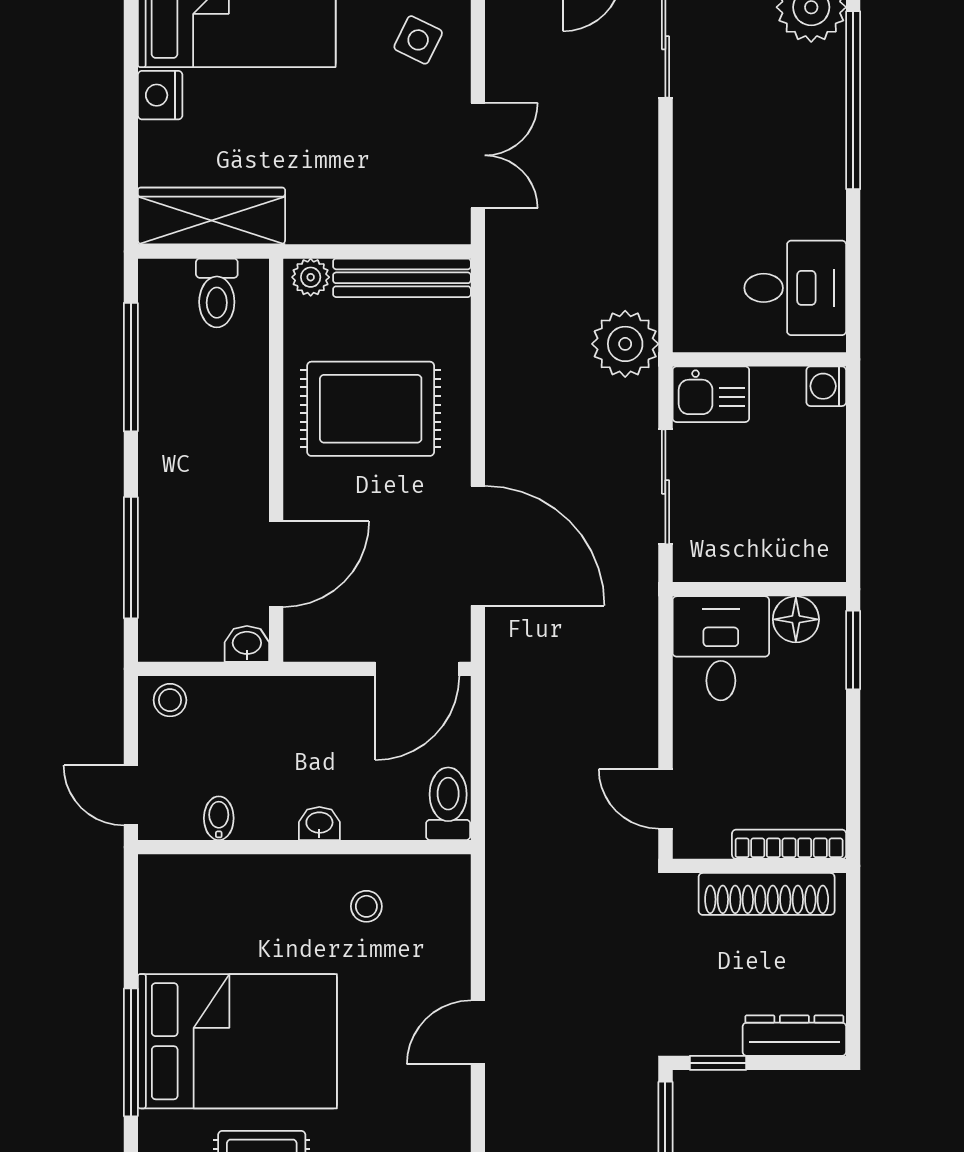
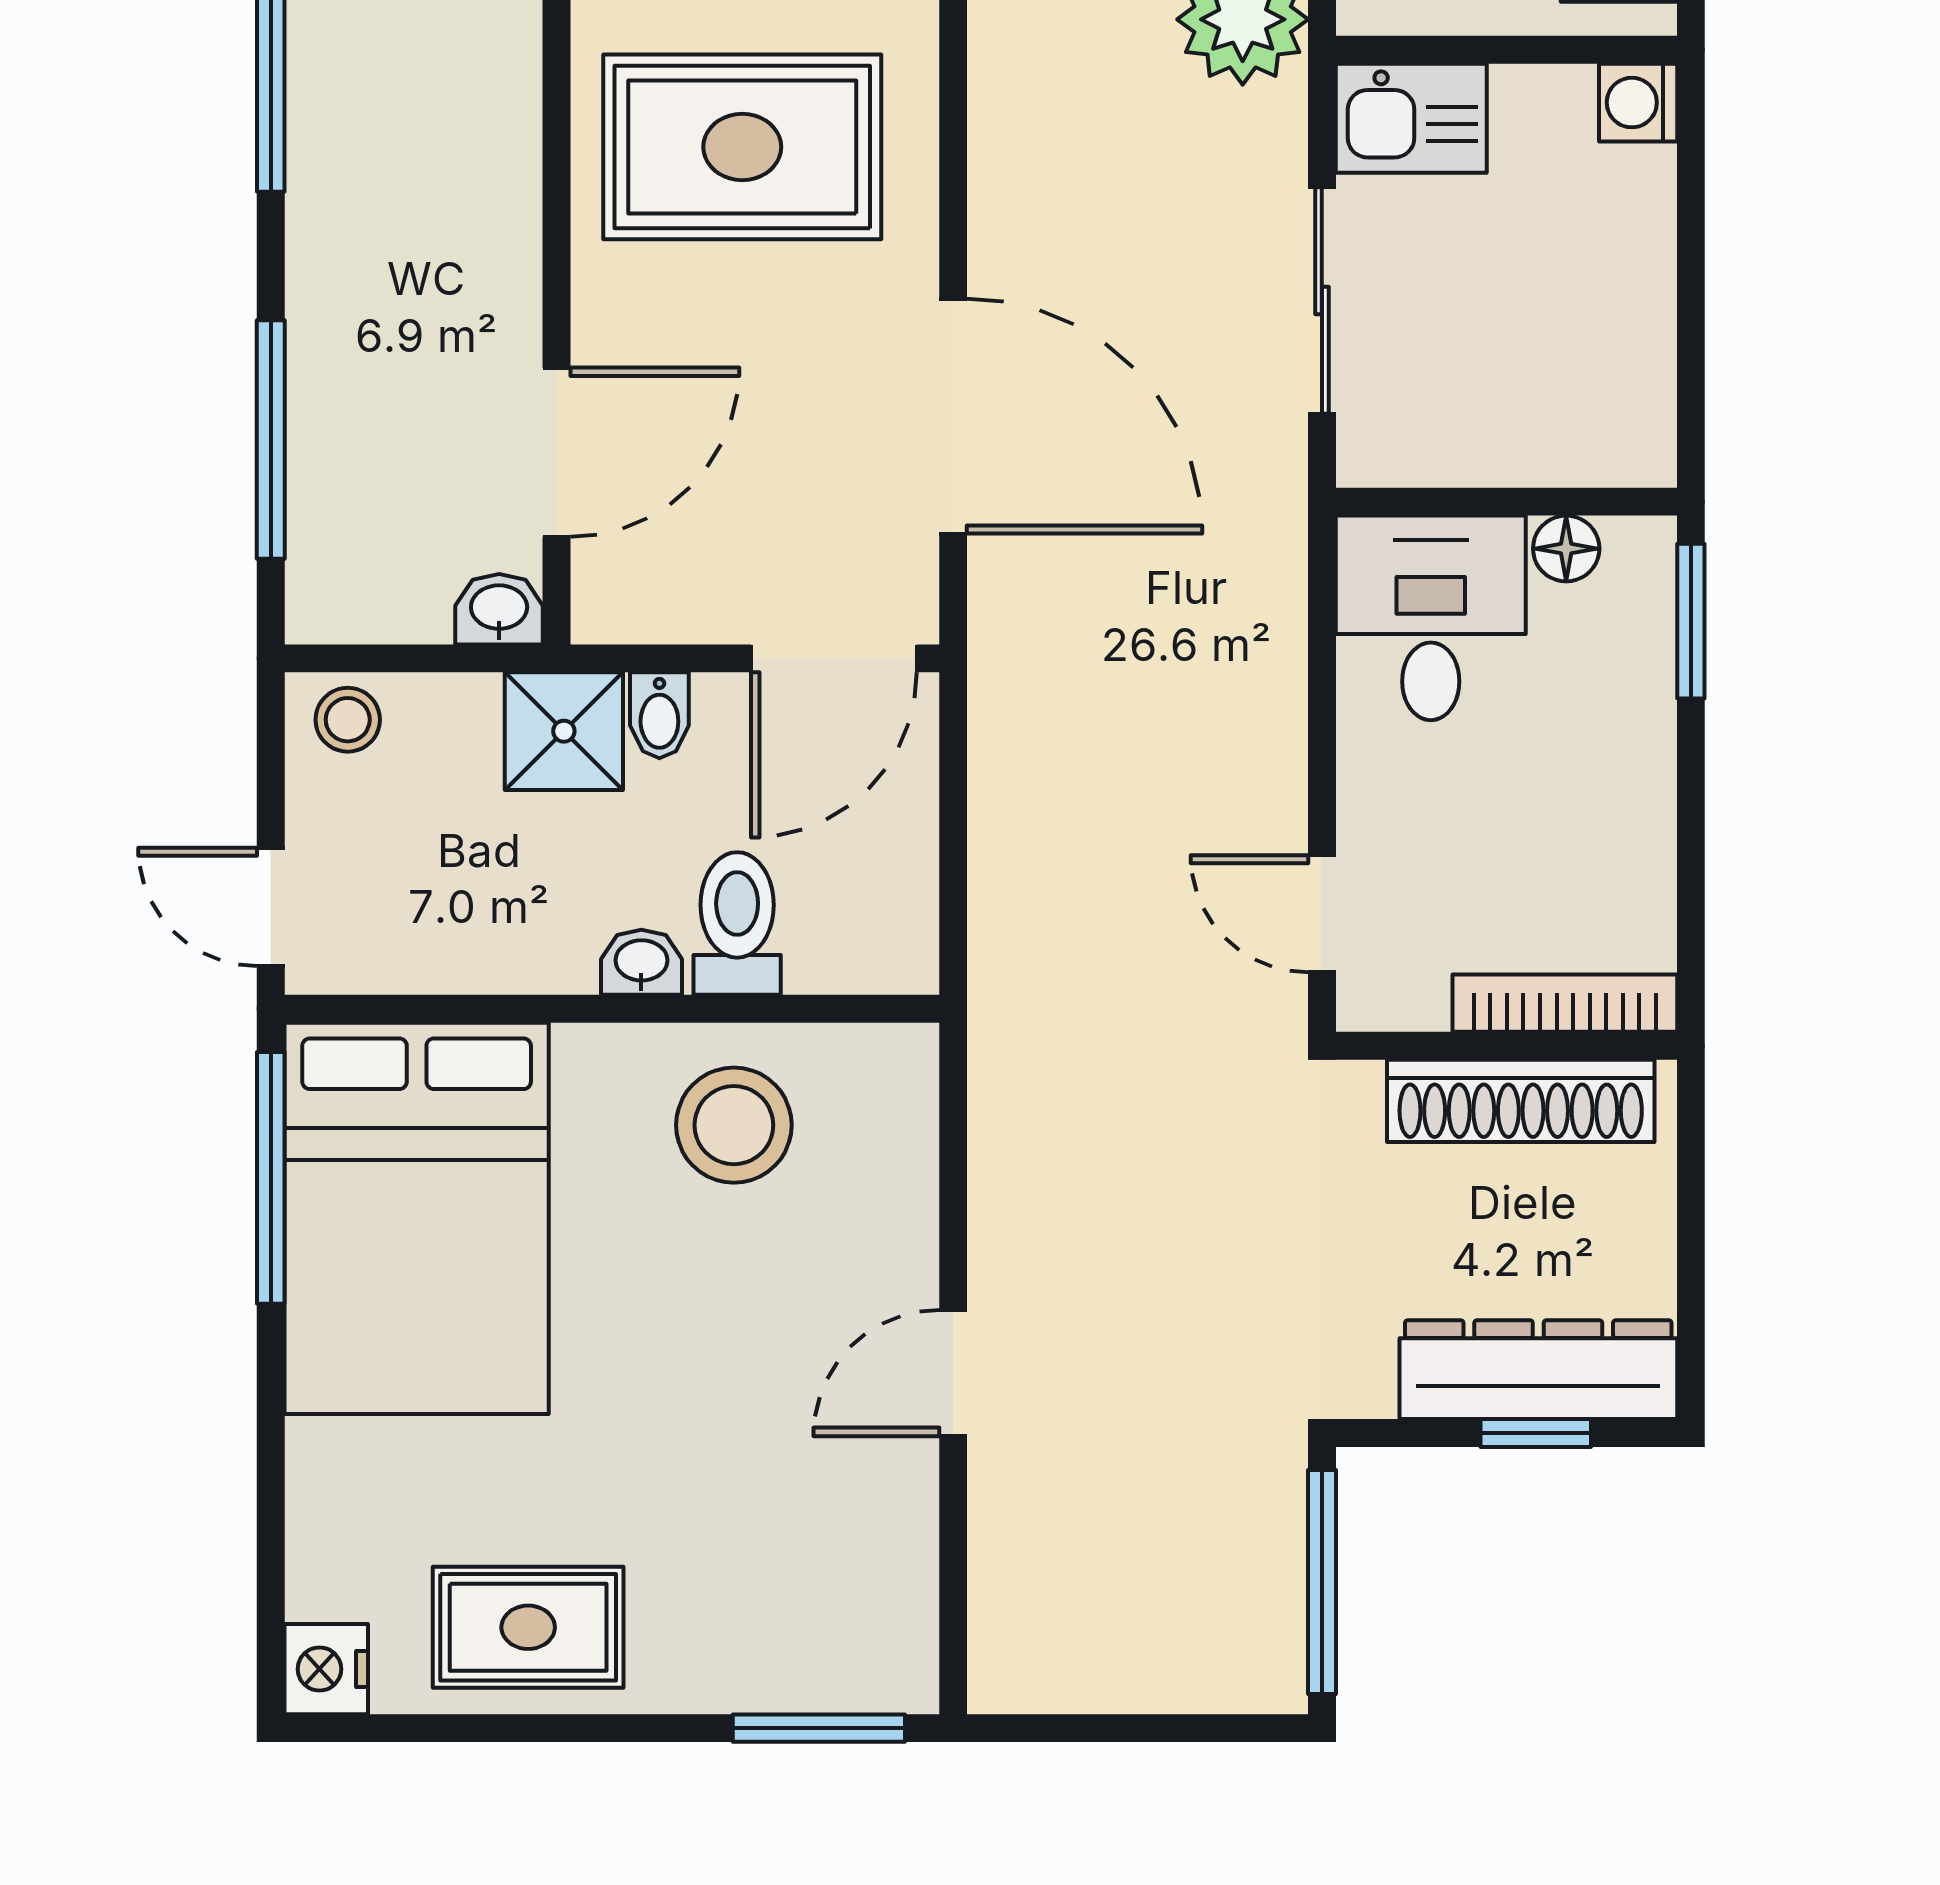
floor lamp: (796, 619) -> (1566, 549), width x0.73, depth x0.73
shower: (280, 706) -> (564, 731), added
toilet: (448, 804) -> (737, 924), moved
bidet: (219, 818) -> (659, 715), moved, turned 180
stool: (366, 906) -> (734, 1125), width x1.89, depth x1.89
dresser: (794, 1036) -> (1538, 1370), width x1.37, depth x1.24
bed: (237, 1041) -> (417, 1218), moved, turned 90
window: (131, 1052) -> (271, 1178), moved
window: (718, 1063) -> (1536, 1433), moved

